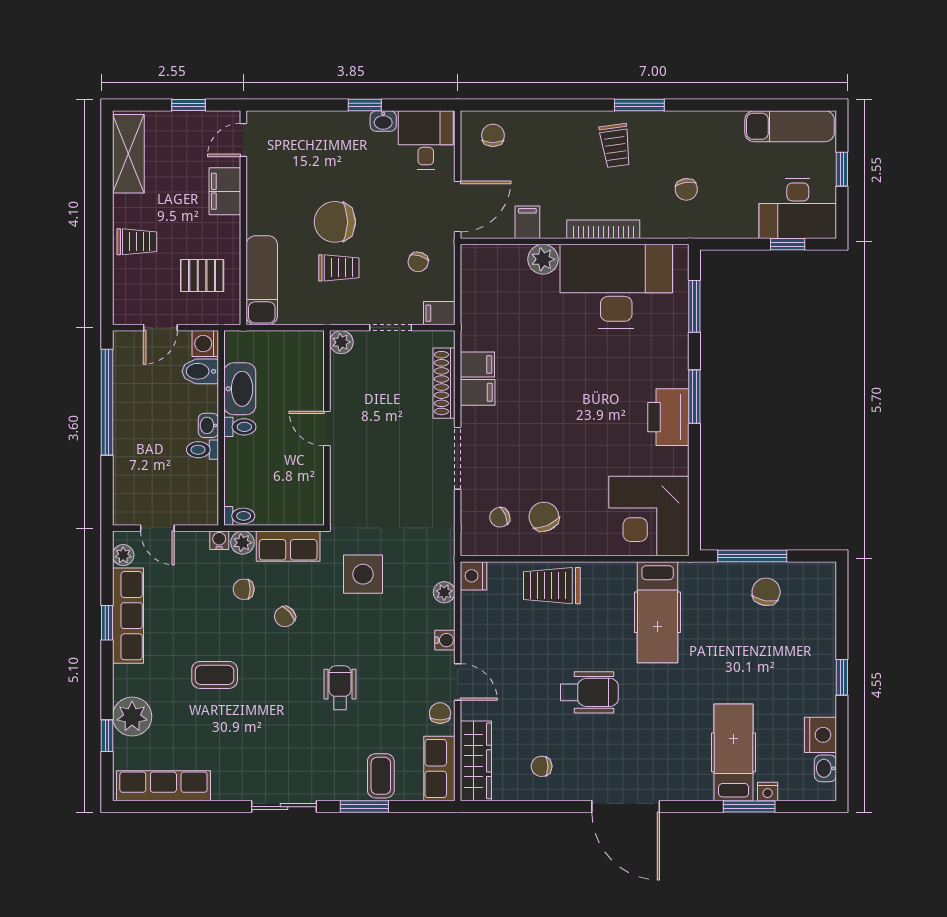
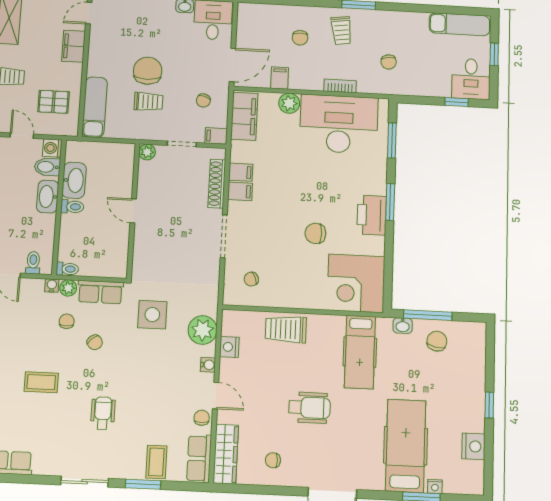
chair: (493, 135) -> (300, 38), moved, turned 180
desk: (798, 208) -> (471, 79), width x0.73
chair: (335, 222) -> (148, 71), turned 90
bookcase: (603, 229) -> (340, 86), width x0.64
filing cabinet: (479, 282) -> (244, 116), added
door: (160, 328) -> (22, 136), swing flipped
washbasin: (208, 425) -> (48, 197), width x1.91, depth x1.45
toilet: (202, 450) -> (33, 263), moved, turned 90
chair: (544, 517) -> (315, 233), moved, turned -67
nightstand: (474, 576) -> (229, 347), moved
chair: (244, 589) -> (67, 321), turned 90
plant: (444, 592) -> (203, 330), width x1.88, depth x1.88
chair: (285, 617) -> (95, 342), turned -90
wheelchair: (340, 688) -> (103, 413), moved
hospital bed: (734, 752) -> (406, 446), width x1.37, depth x1.29
washbasin: (825, 768) -> (403, 326), moved, turned -90

